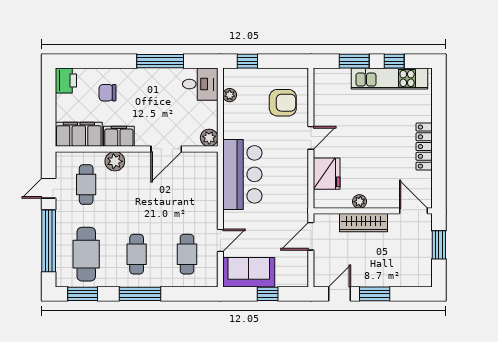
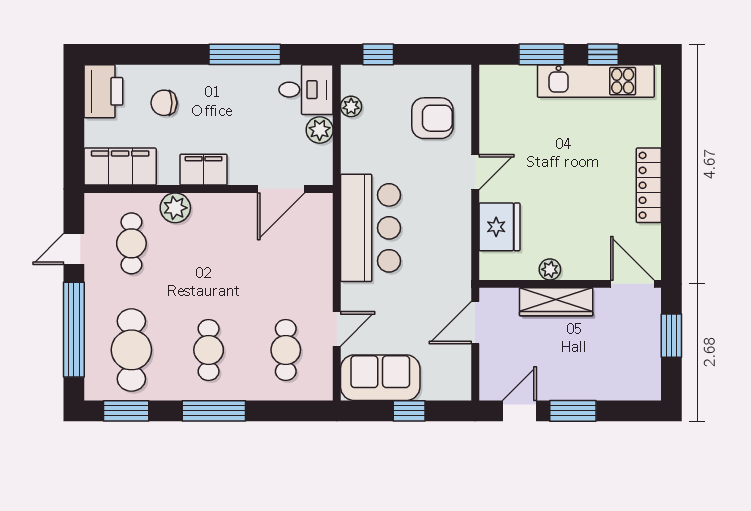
printer: (66, 80) -> (103, 91), width x1.37, depth x1.19
filing cabinet: (119, 136) -> (204, 170), moved
plant: (209, 138) -> (320, 130), moved
door: (166, 149) -> (281, 189), moved

